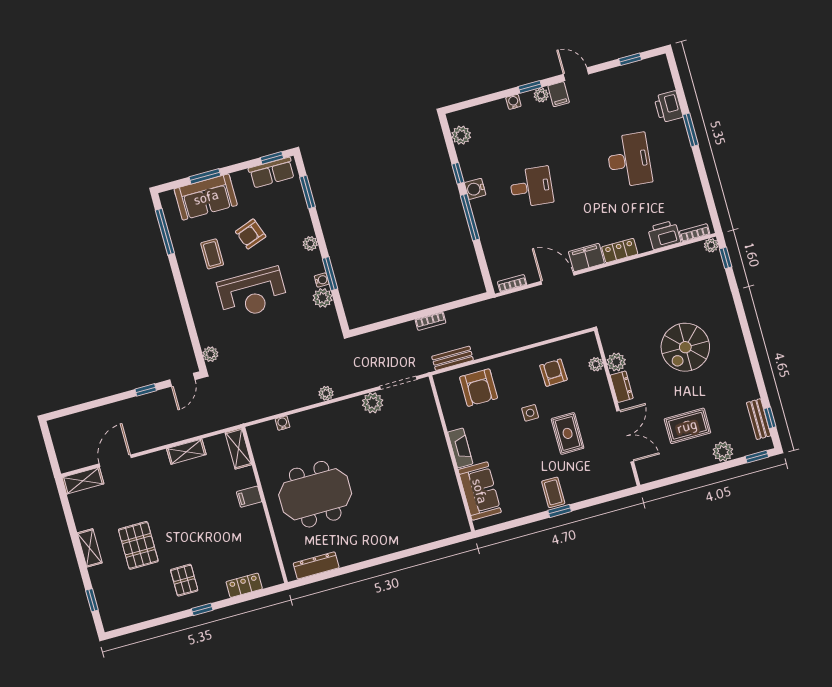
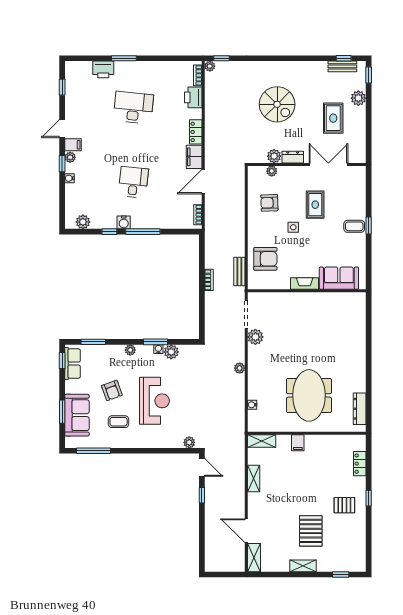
rug: (568, 433) -> (315, 205), turned 90
pallet: (138, 545) -> (311, 531), turned 90

